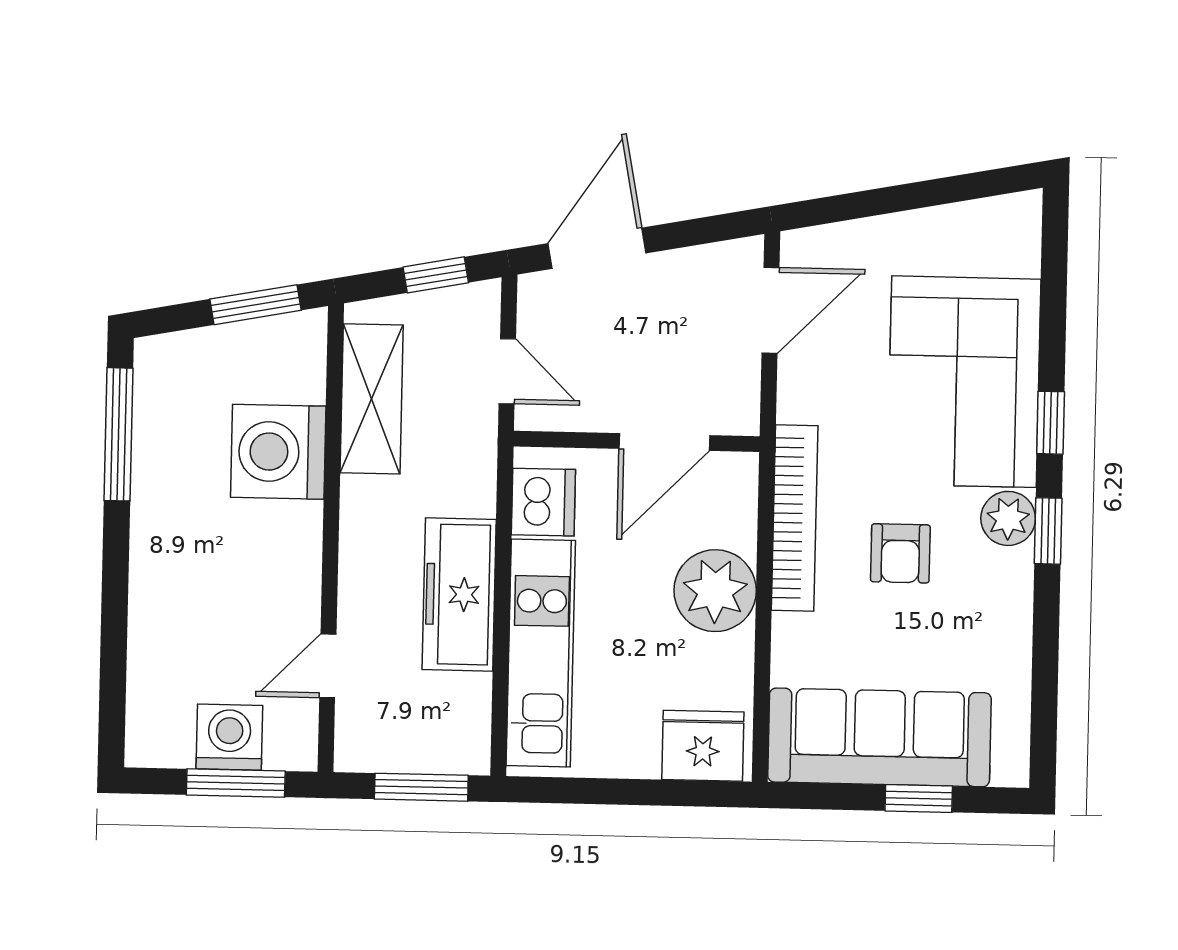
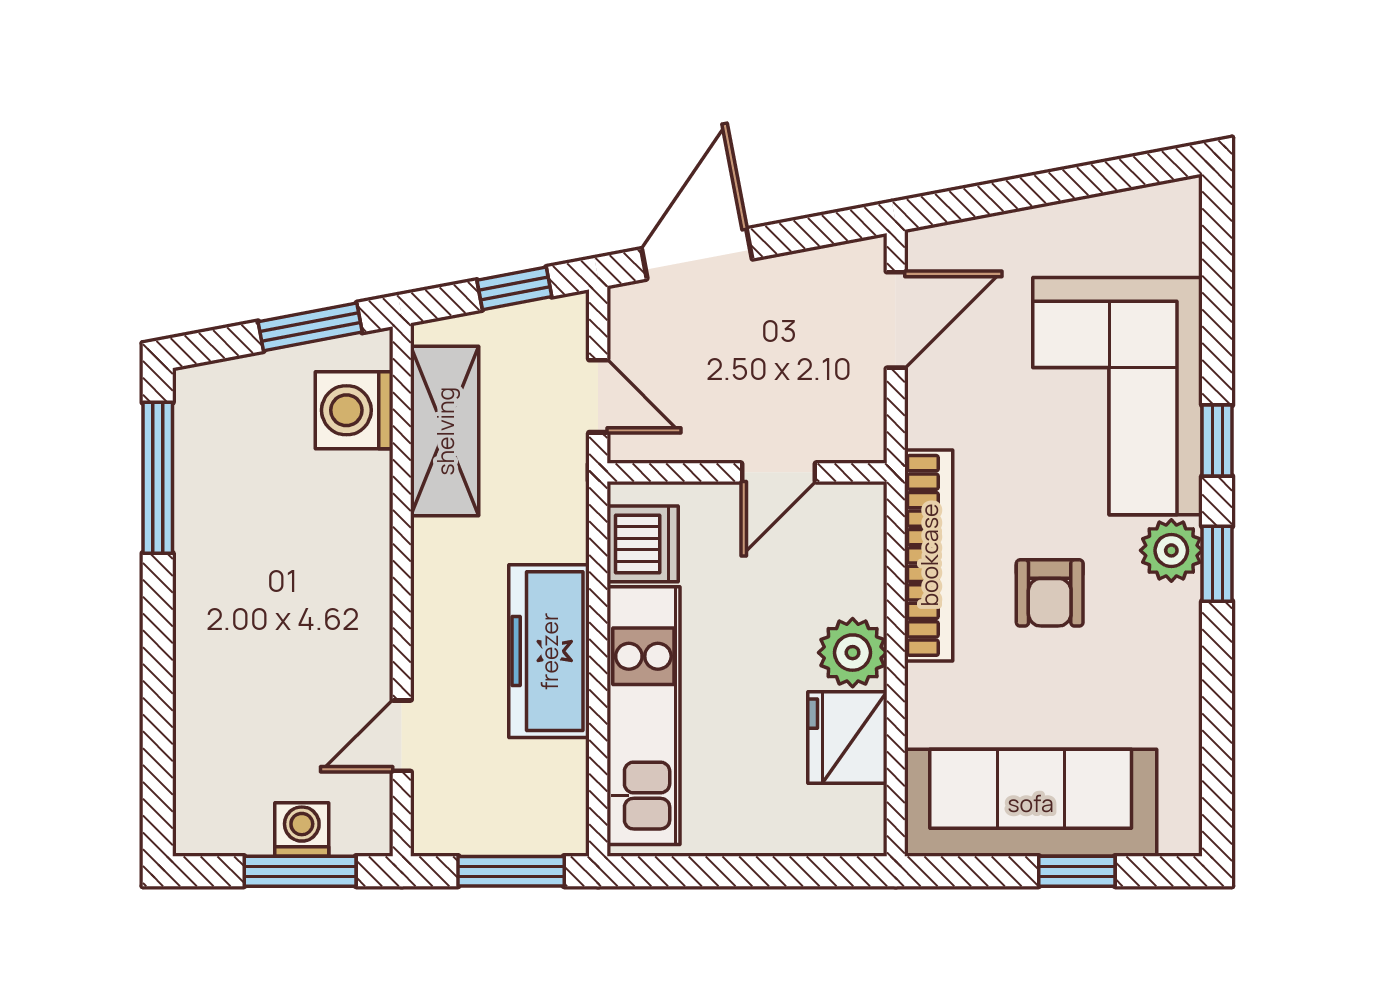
door: (664, 442) -> (779, 472), width x0.73
washing machine: (278, 452) -> (354, 410), moved, width x0.73, depth x0.73
plant: (715, 591) -> (853, 653), width x0.73, depth x0.73
washing machine: (229, 737) -> (302, 829), width x0.73, depth x0.73
fridge: (703, 746) -> (847, 737), moved, turned -90

